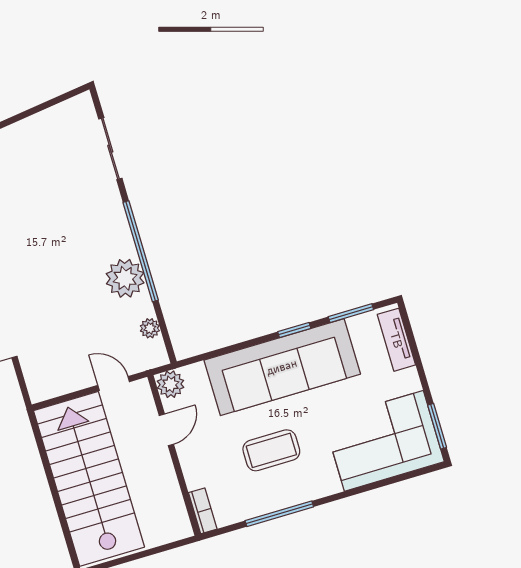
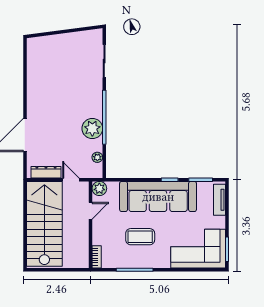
dresser: (64, 383) -> (46, 172), added

